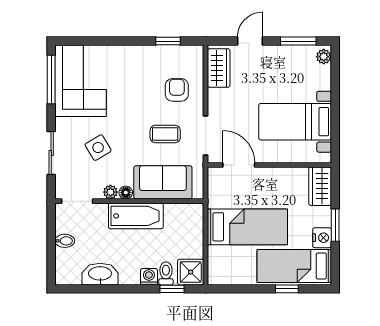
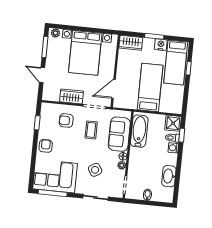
armchair: (130, 60) -> (46, 146), added
wardrobe: (219, 68) -> (71, 96), moved
bed with nightstands: (295, 122) -> (85, 53), width x1.36
bathtub: (136, 216) -> (139, 131), moved

